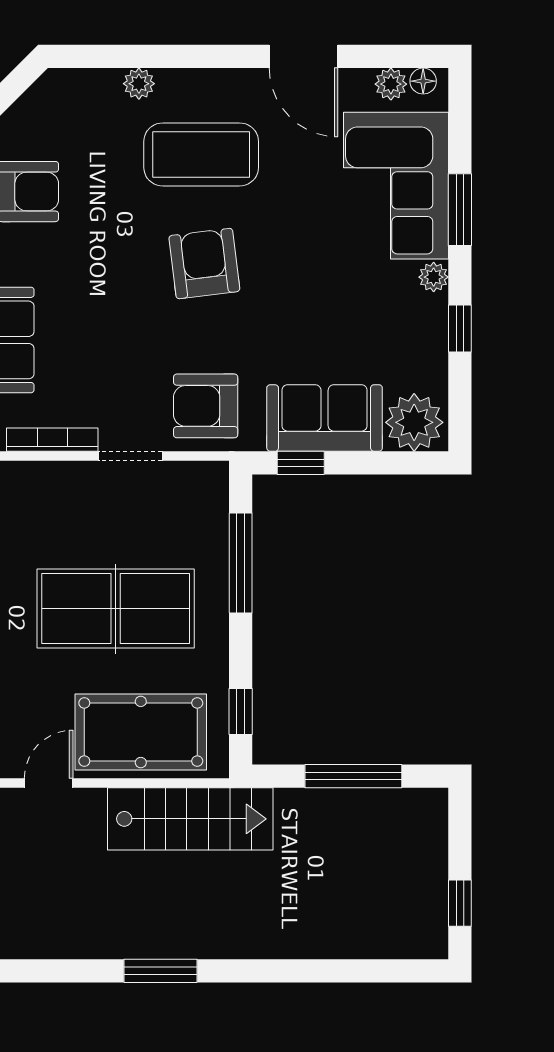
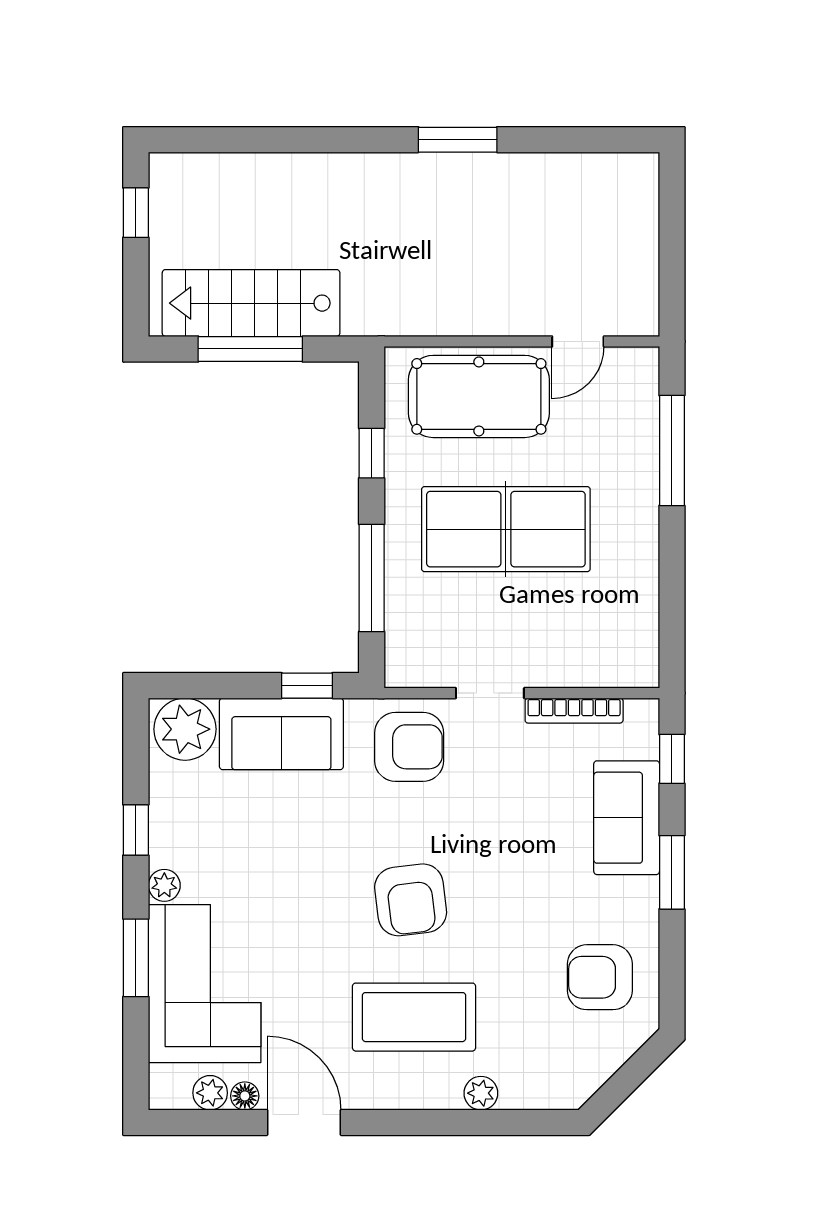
floor lamp: (423, 81) -> (245, 1096), moved
window: (241, 712) -> (372, 453), moved
stairs: (190, 819) -> (251, 303), moved

